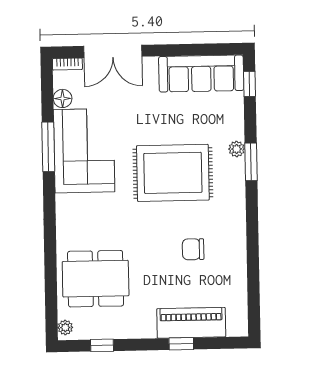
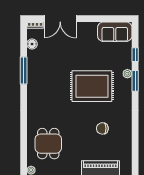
sofa: (201, 73) -> (115, 32), width x0.73
window: (249, 84) -> (135, 55), moved
corner sofa: (84, 151) -> (43, 73), removed
dining table: (96, 279) -> (48, 144), width x0.73

